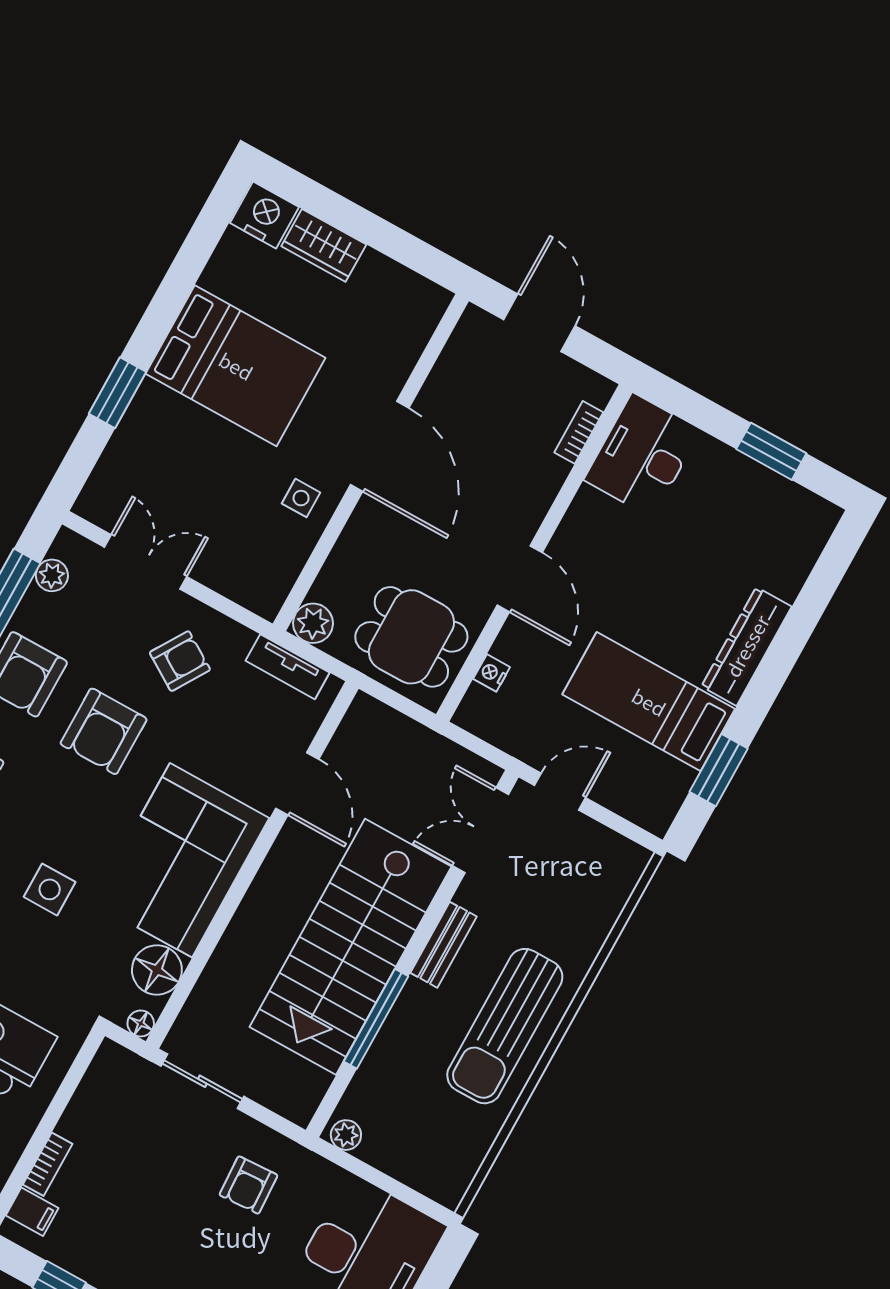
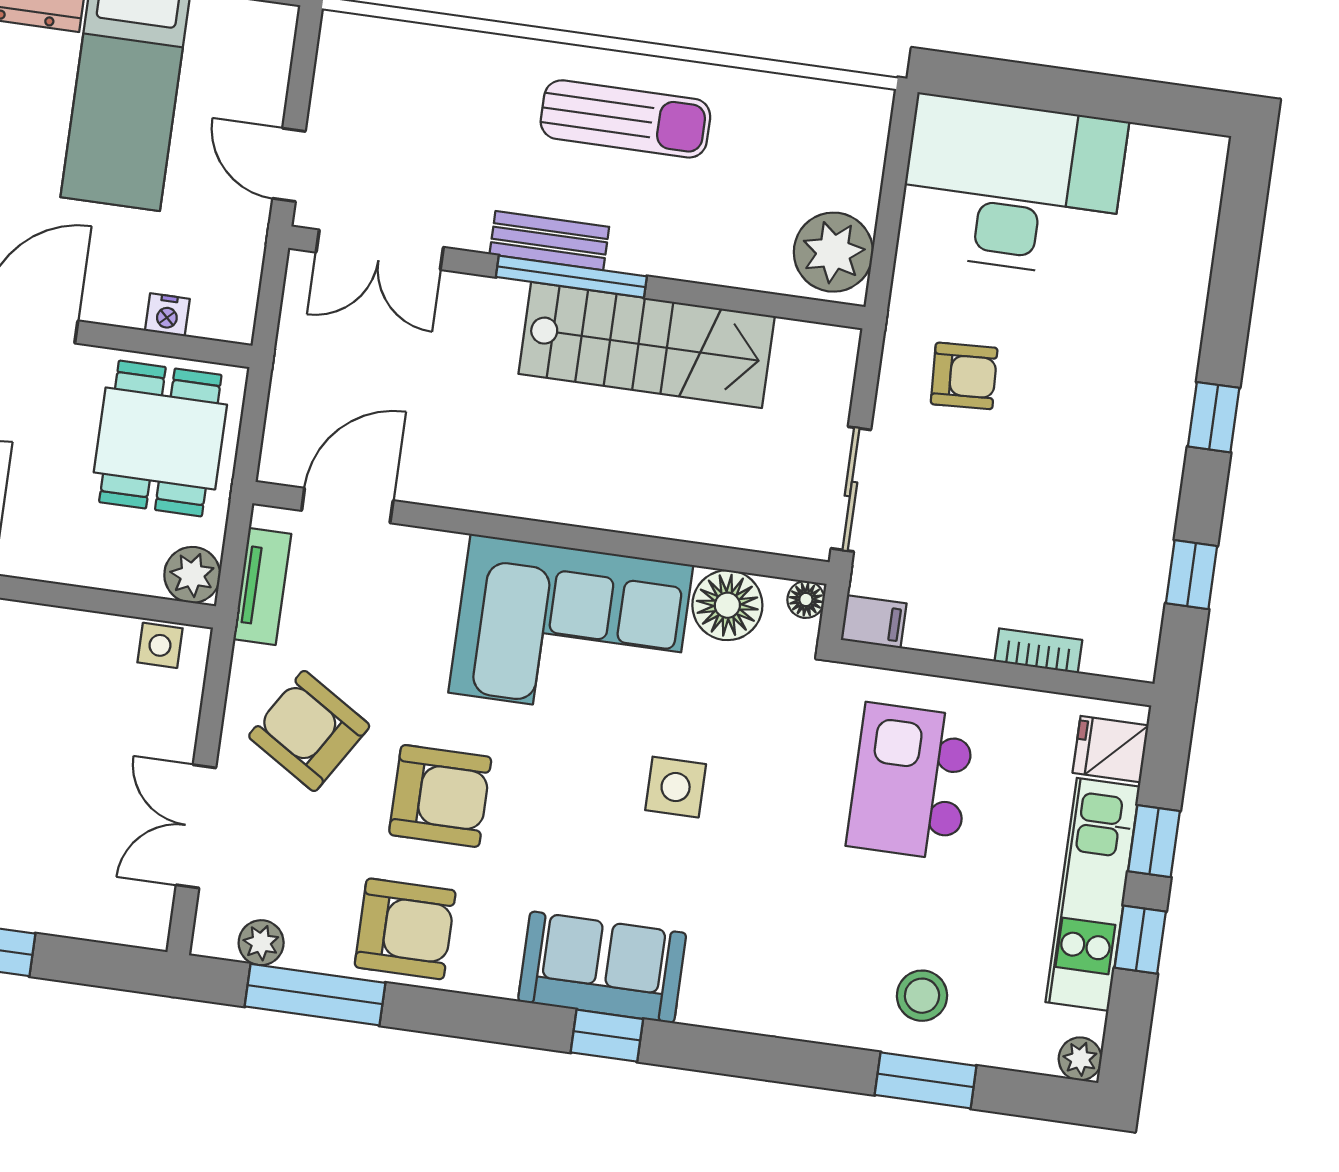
side table: (301, 498) -> (160, 645), moved
armchair: (180, 661) -> (309, 731), width x1.38, depth x1.38
door: (297, 784) -> (347, 506), moved
stairs: (351, 947) -> (647, 345), width x0.73, depth x0.66
window: (376, 1019) -> (571, 277), moved
sun lounger: (505, 1026) -> (625, 119), width x0.73, depth x0.75
plant: (346, 1135) -> (833, 252), width x1.87, depth x1.87
filing cabinet: (32, 1212) -> (874, 622), moved, turned 90

